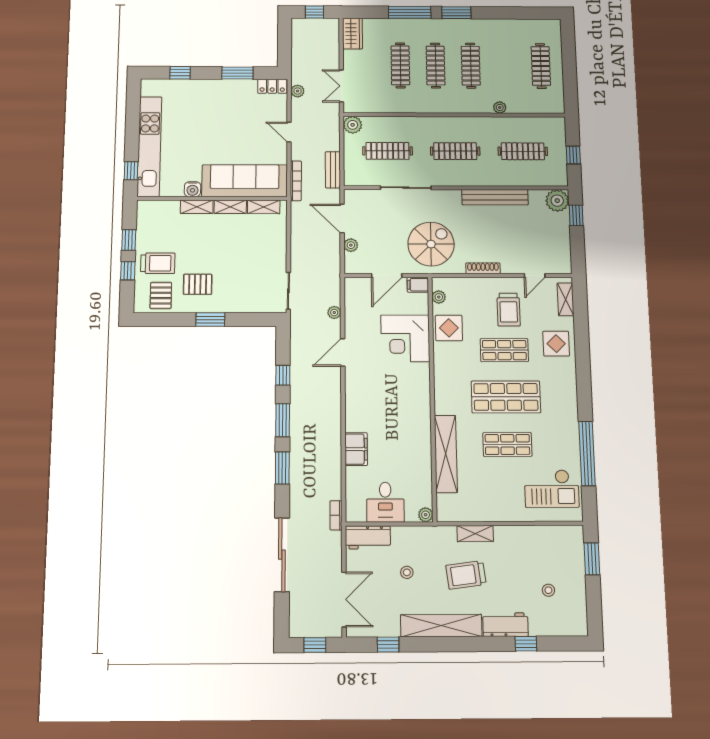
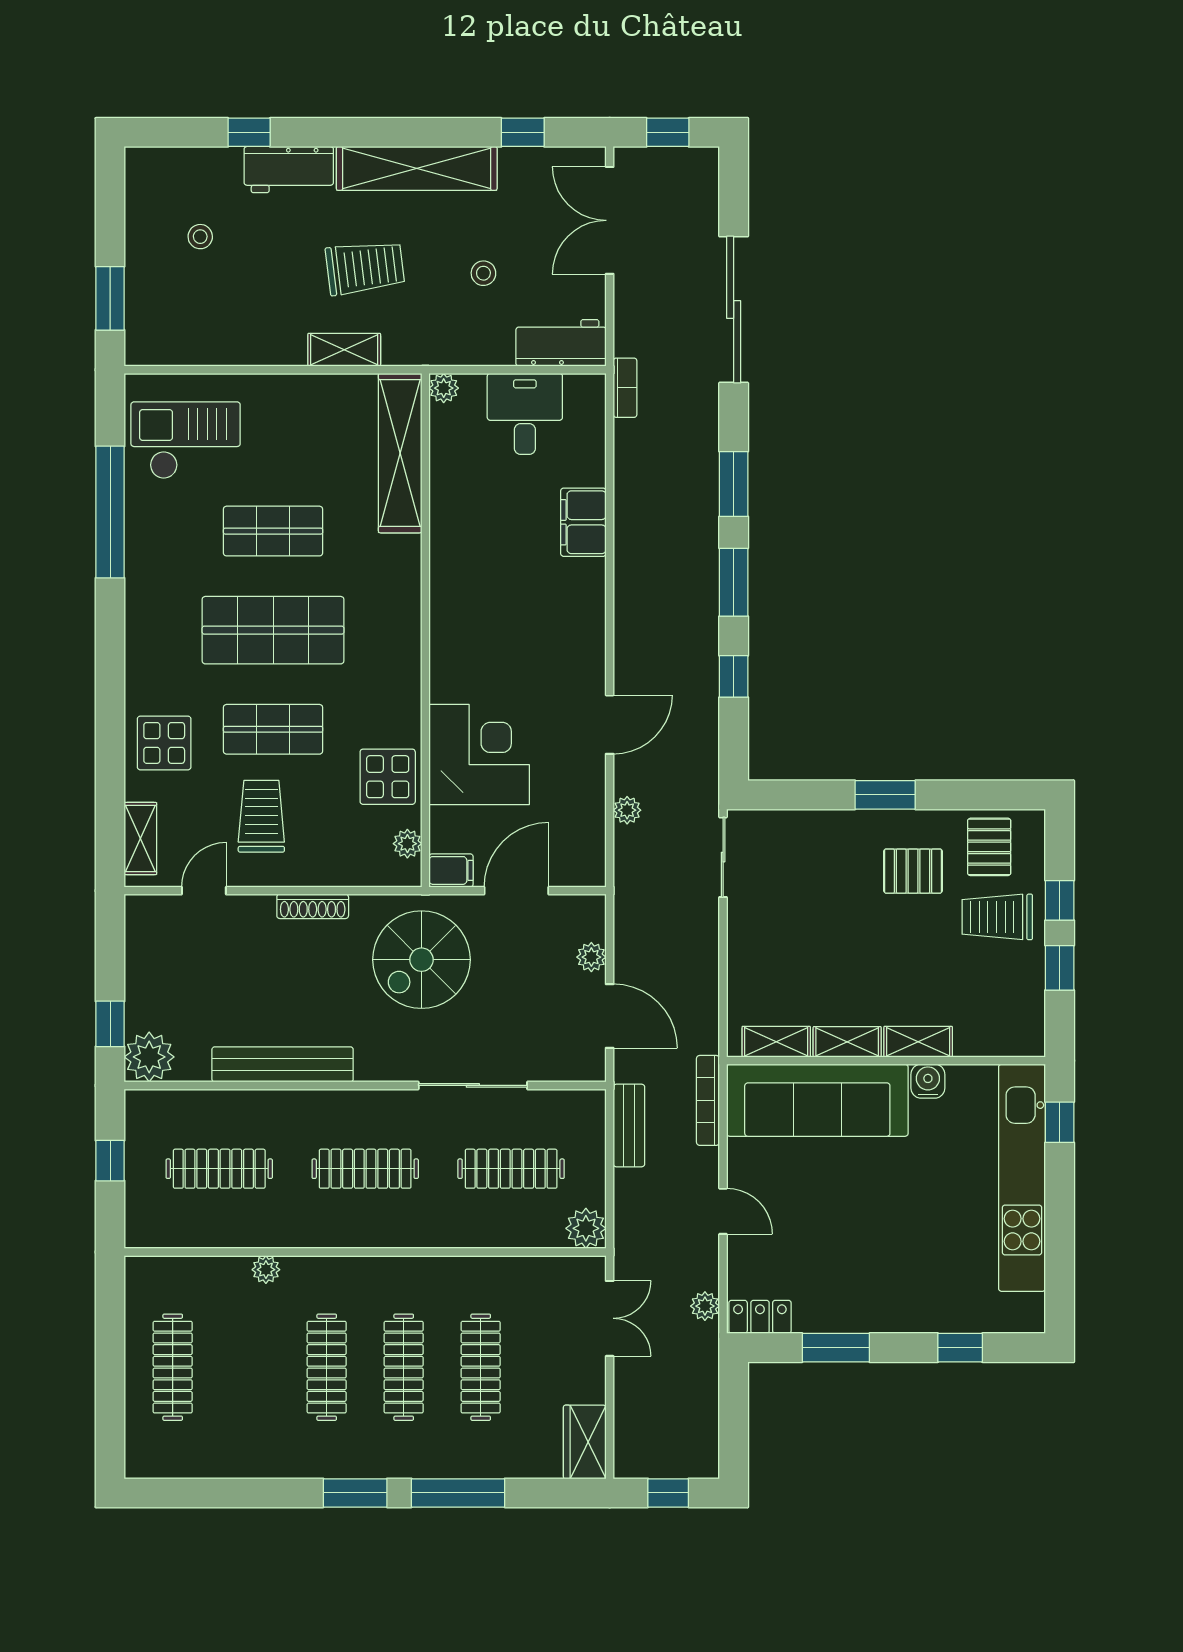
shelving: (446, 454) -> (400, 453), moved

